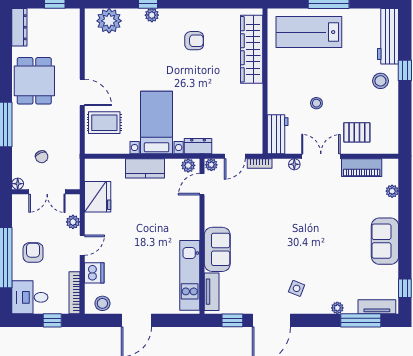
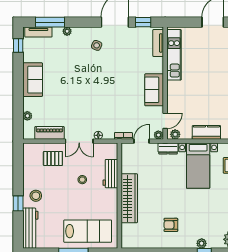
wardrobe: (252, 49) -> (129, 198), moved
workbench: (278, 134) -> (110, 174), moved
sofa: (217, 249) -> (154, 90), moved

